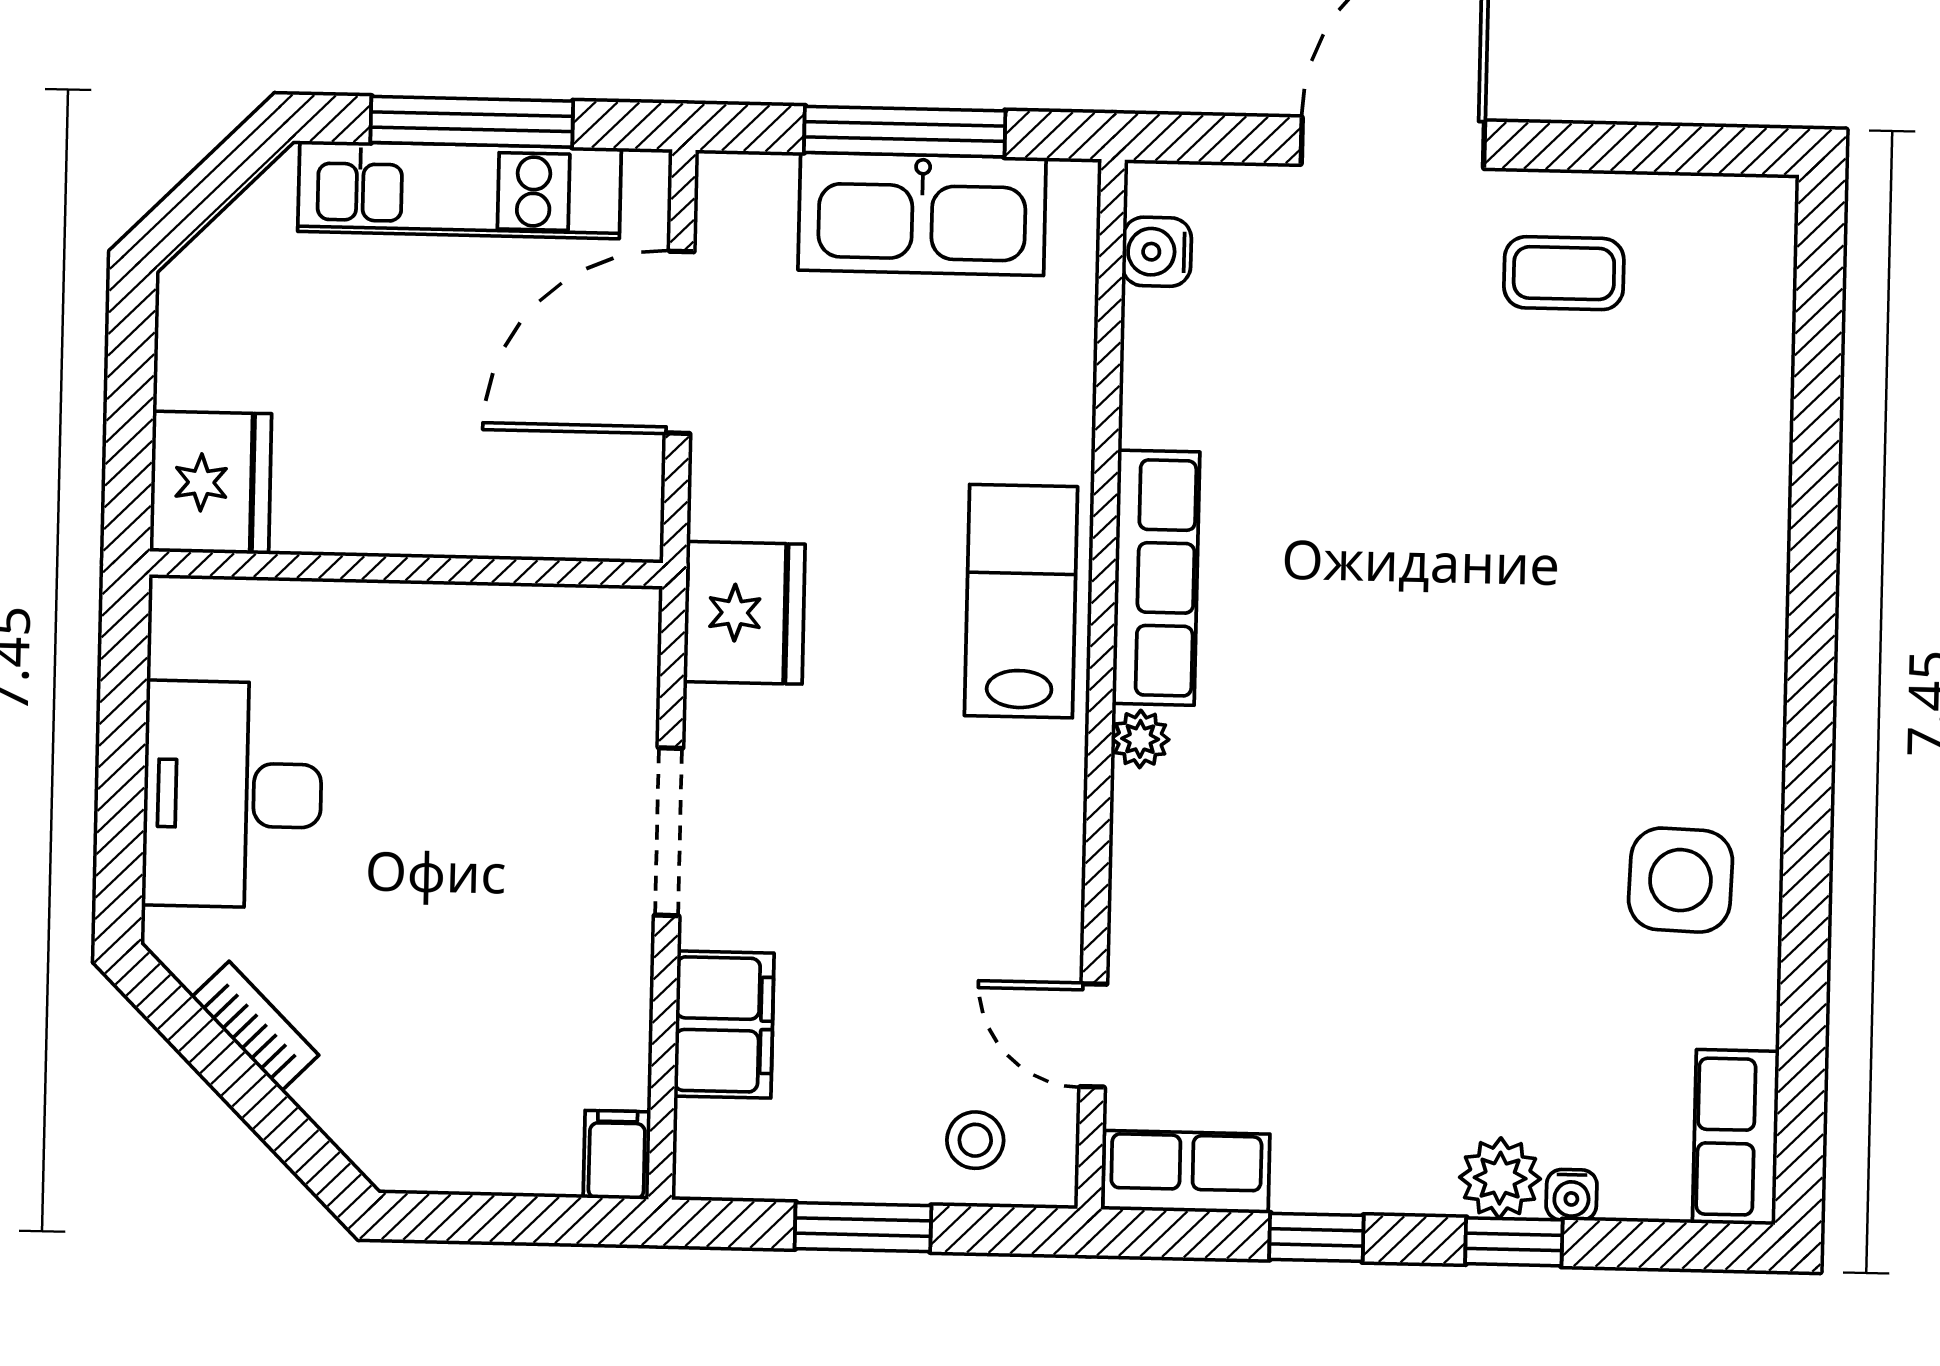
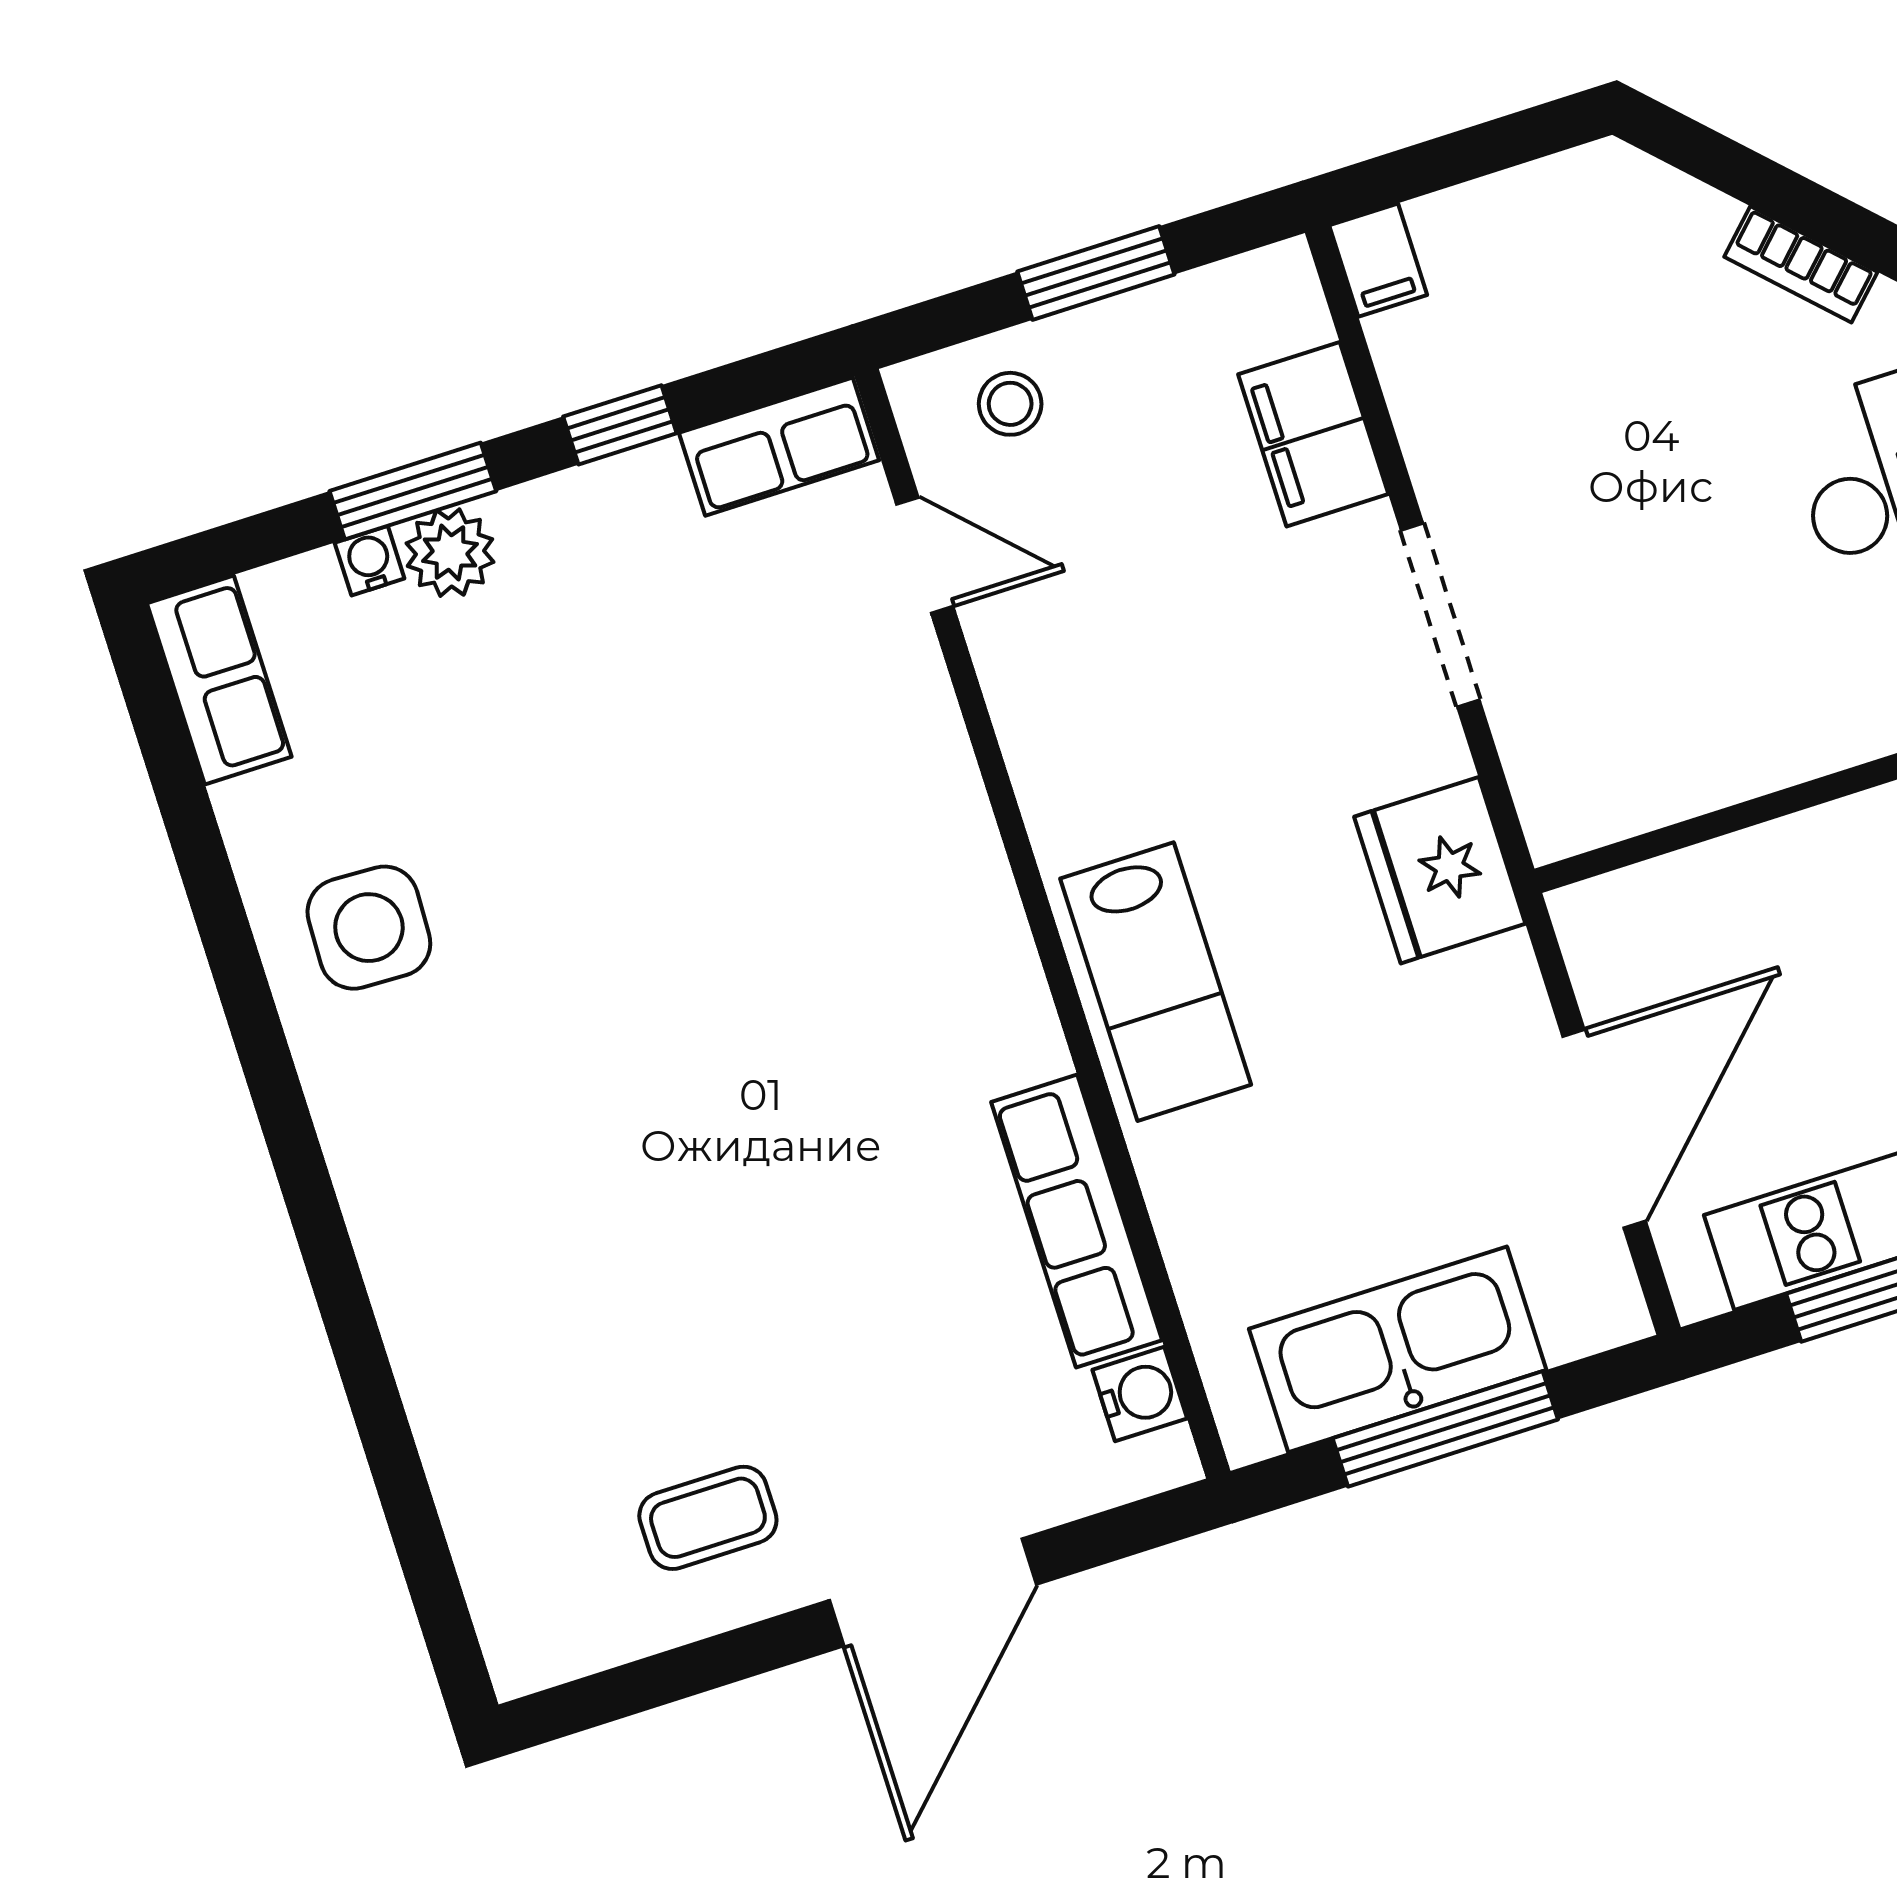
row of seats: (1156, 578) -> (1077, 1221), moved
plant: (1140, 739) -> (982, 881), removed
window: (1514, 1242) -> (413, 491), width x1.50

